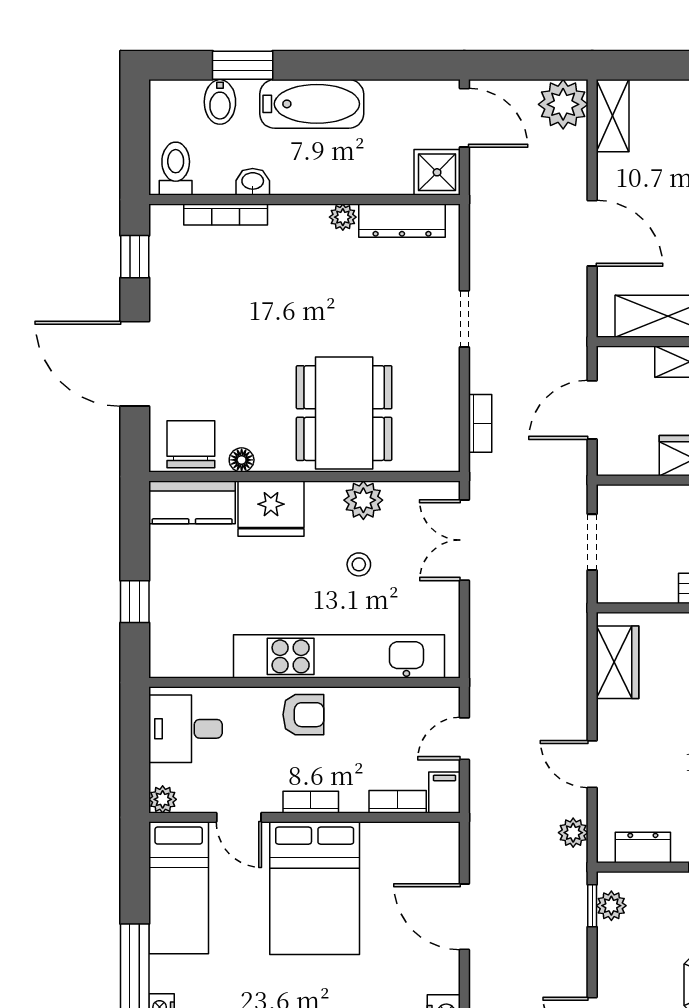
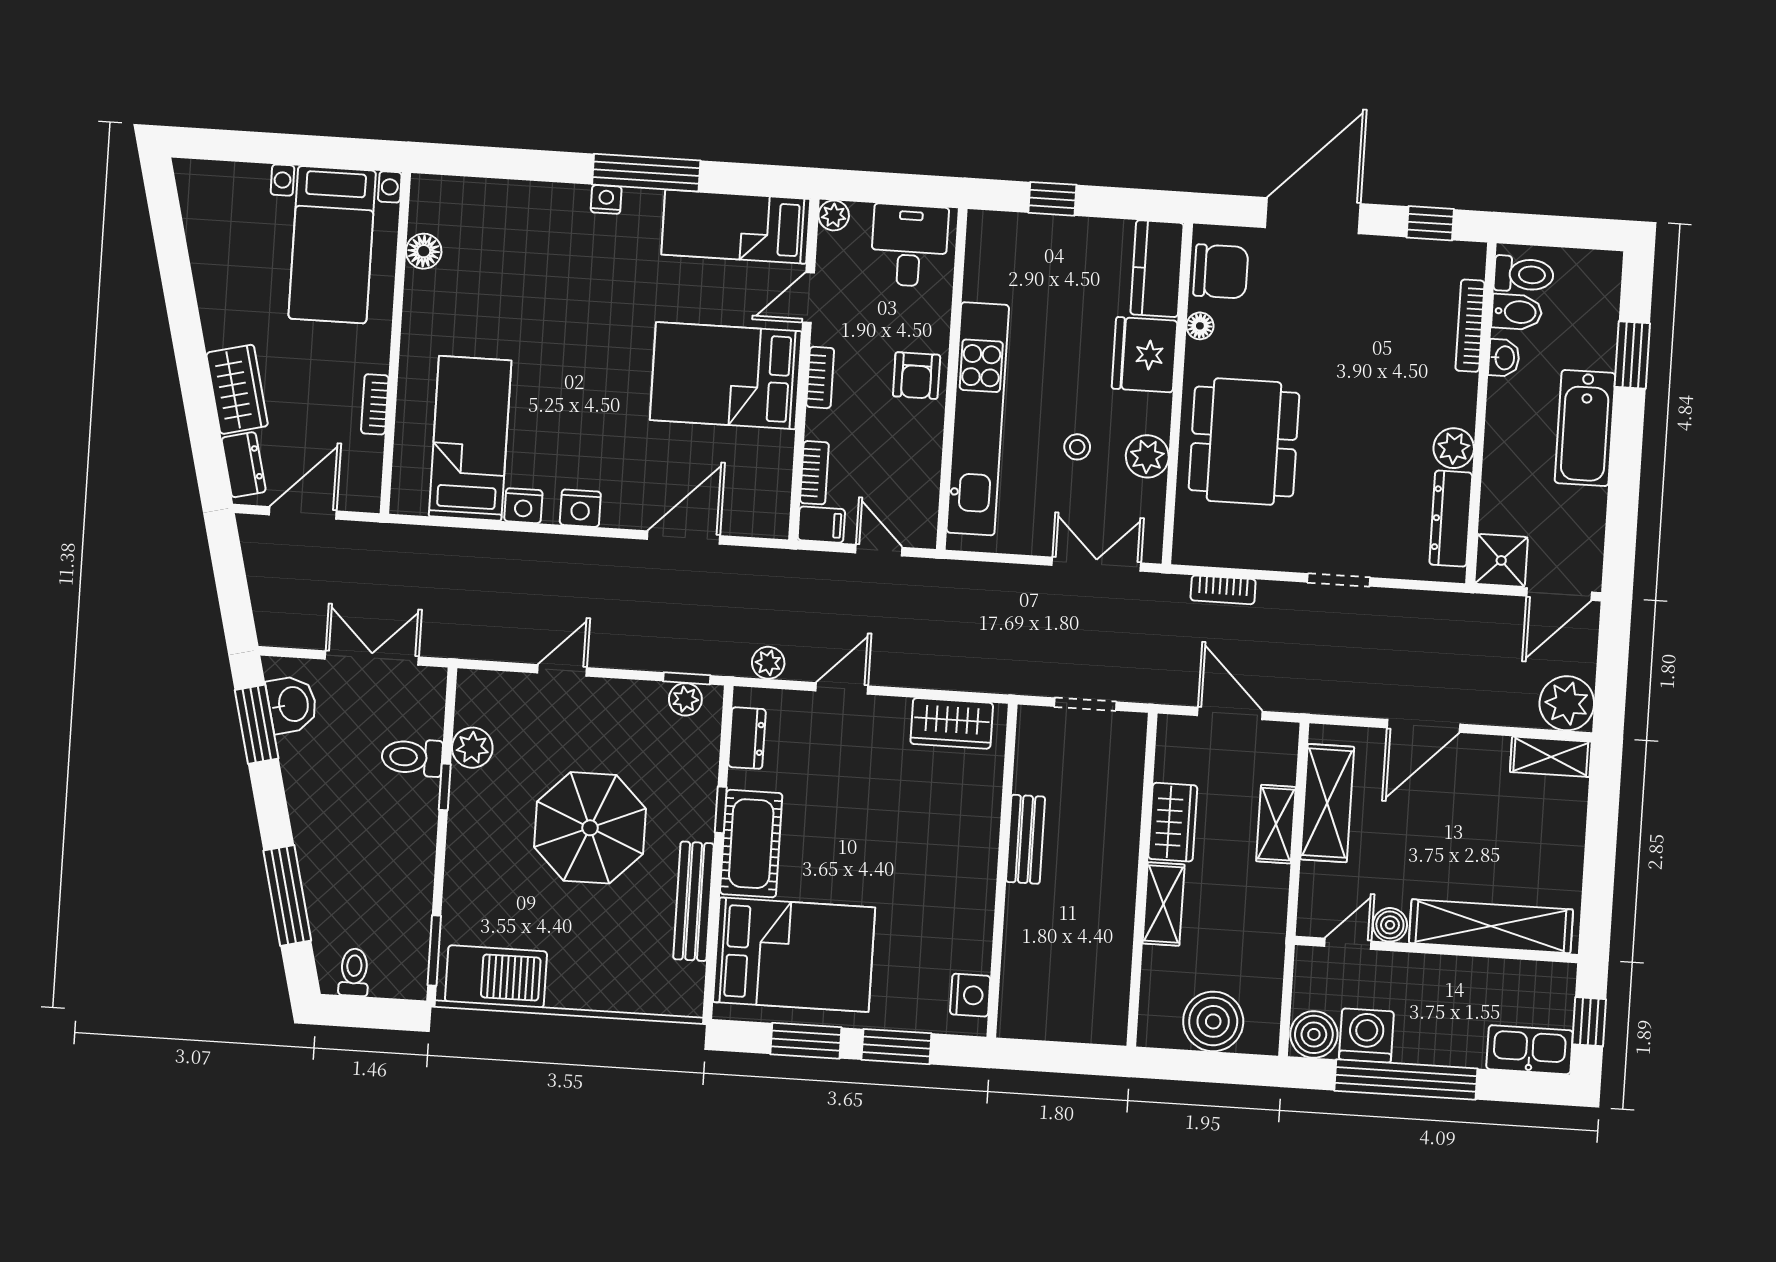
bidet: (220, 102) -> (1517, 312), moved, turned 180
plant: (343, 217) -> (1454, 448), width x1.38, depth x1.38
dining table: (344, 413) -> (1244, 442), turned 90

